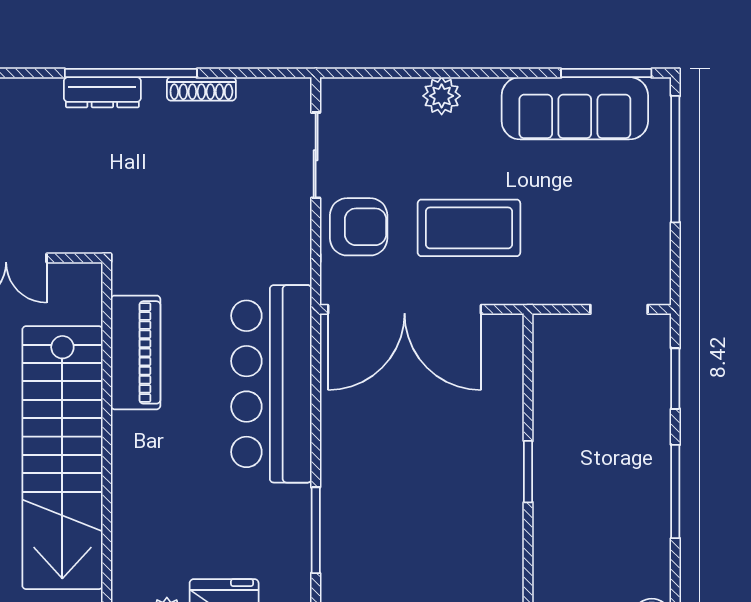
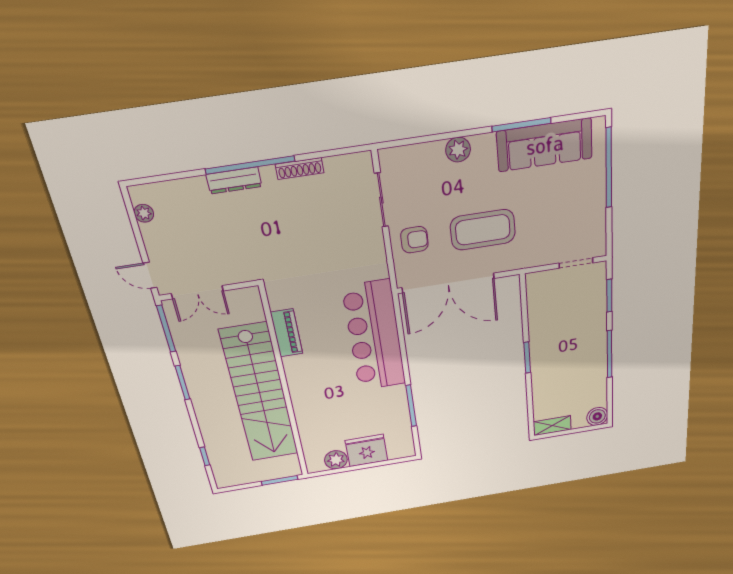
window: (606, 73) -> (521, 125), moved
armchair: (359, 227) -> (414, 240), width x0.72, depth x0.72
piano: (136, 352) -> (287, 333), width x0.73, depth x0.75

